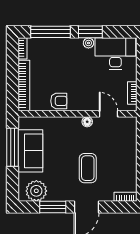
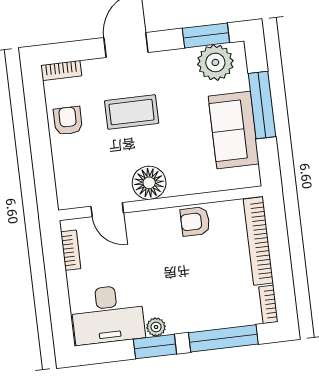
floor lamp: (87, 122) -> (149, 183), width x1.89, depth x1.89
window: (12, 147) -> (262, 105), moved
armchair: (125, 167) -> (68, 121), added
coffee table: (88, 168) -> (132, 112), turned 90
window: (53, 207) -> (206, 35), moved

